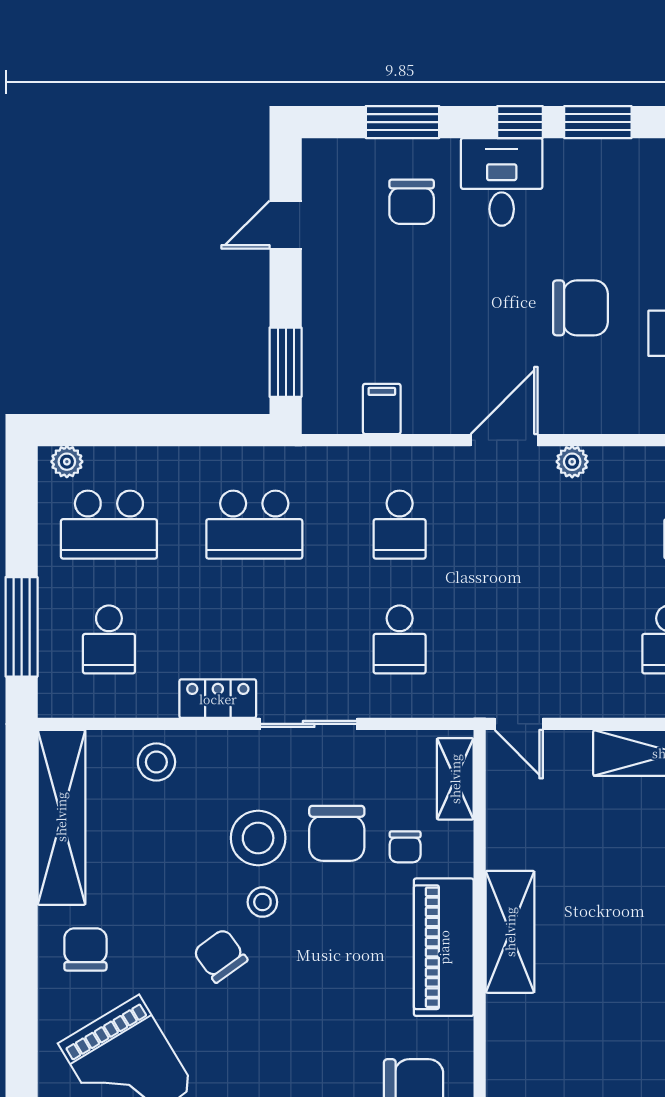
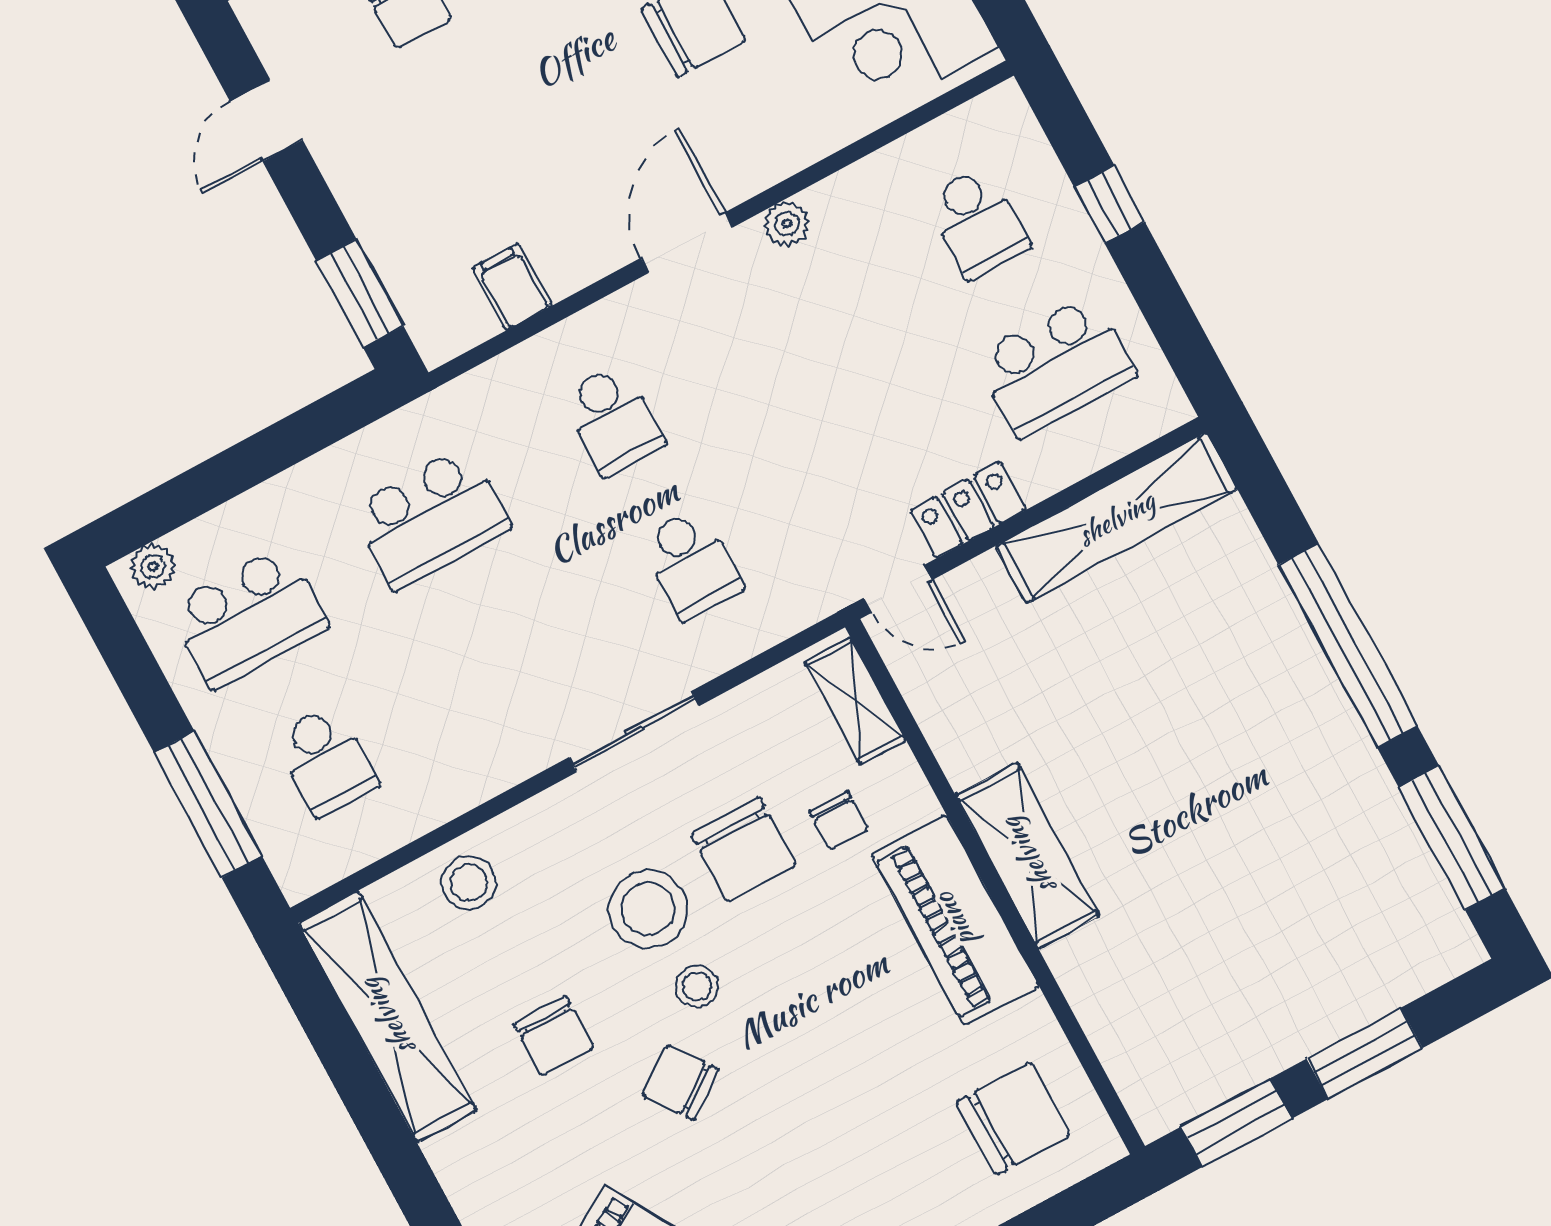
locker: (218, 699) -> (968, 510), moved
chair: (85, 949) -> (554, 1036), moved, turned 180

